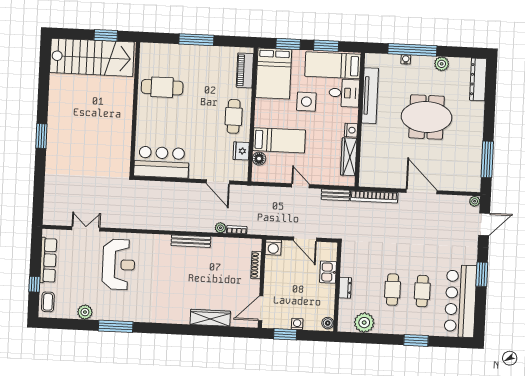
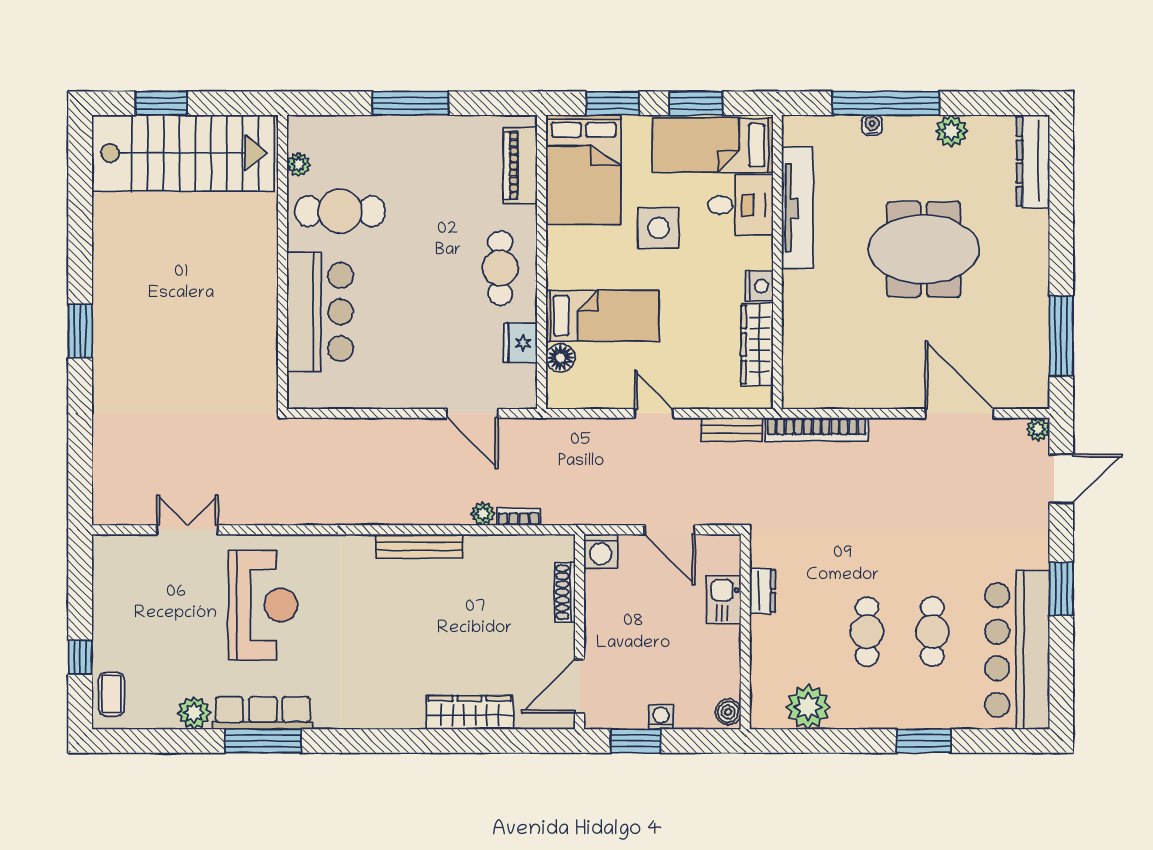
window: (106, 35) -> (161, 103), moved
plant: (144, 65) -> (299, 164), added
bar counter: (161, 162) -> (320, 312), moved, turned 90
door: (422, 192) -> (959, 413), moved
row of seats: (48, 260) -> (263, 713), moved, turned -90
dresser: (345, 288) -> (763, 591), moved

